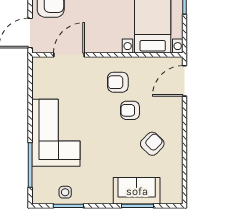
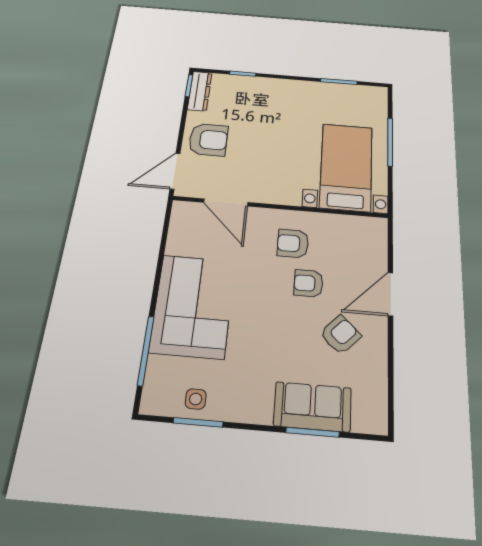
door: (69, 55) -> (226, 202), swing flipped
door: (184, 81) -> (390, 294), moved

